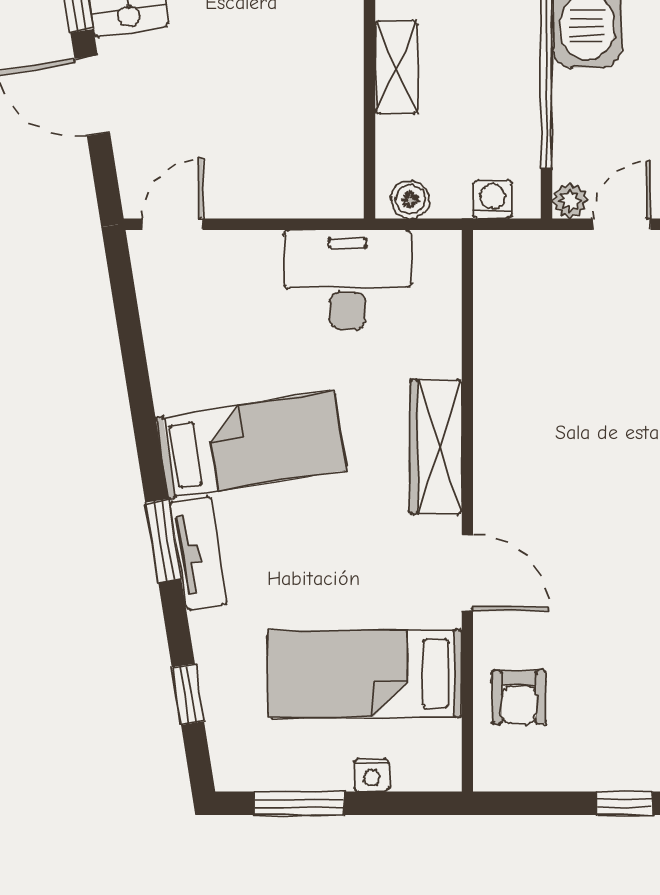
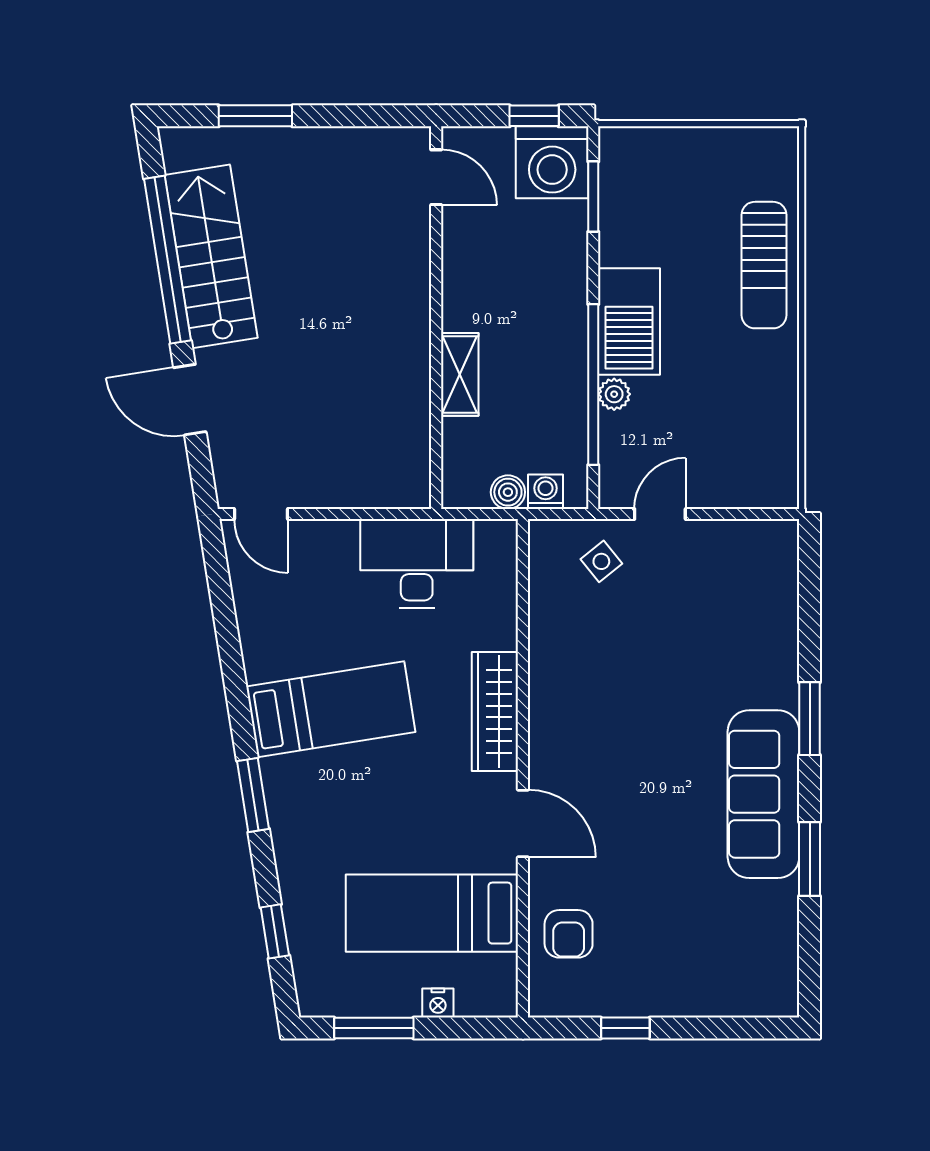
boiler: (410, 200) -> (508, 492), moved
plant: (570, 201) -> (614, 394), moved
door: (172, 224) -> (261, 514), swing flipped
side table: (556, 278) -> (601, 561), added
tv unit: (198, 553) -> (284, 806), removed
window: (625, 803) -> (625, 1028), moved

